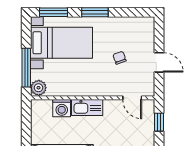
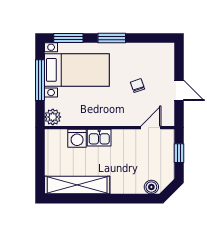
window: (26, 68) -> (40, 80), moved
door: (132, 98) -> (151, 128), swing flipped
kitchen sink: (87, 107) -> (99, 138), width x0.73

